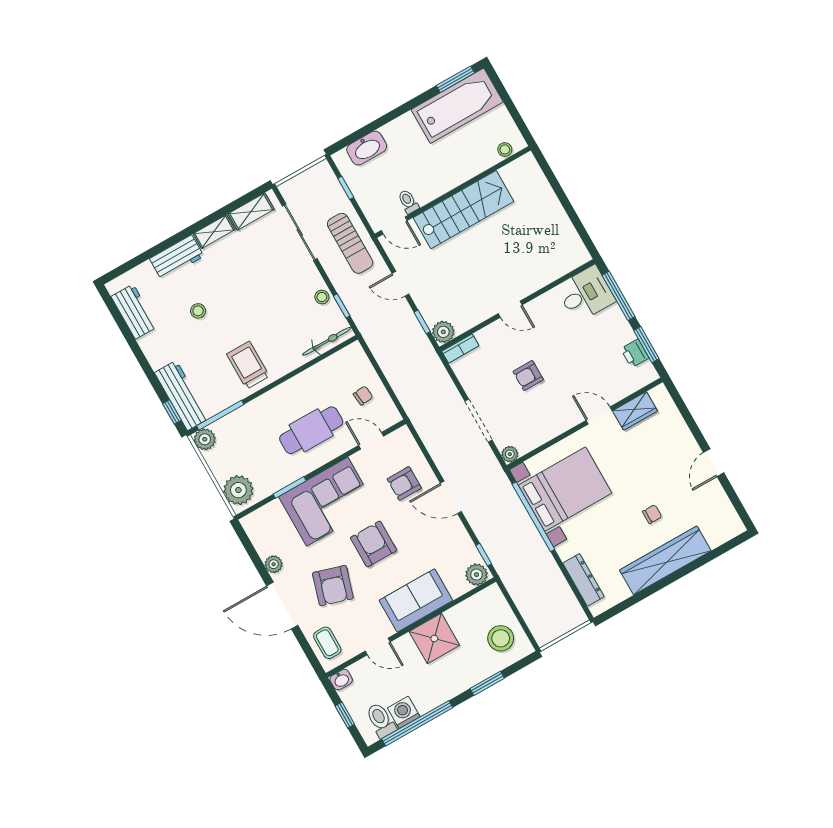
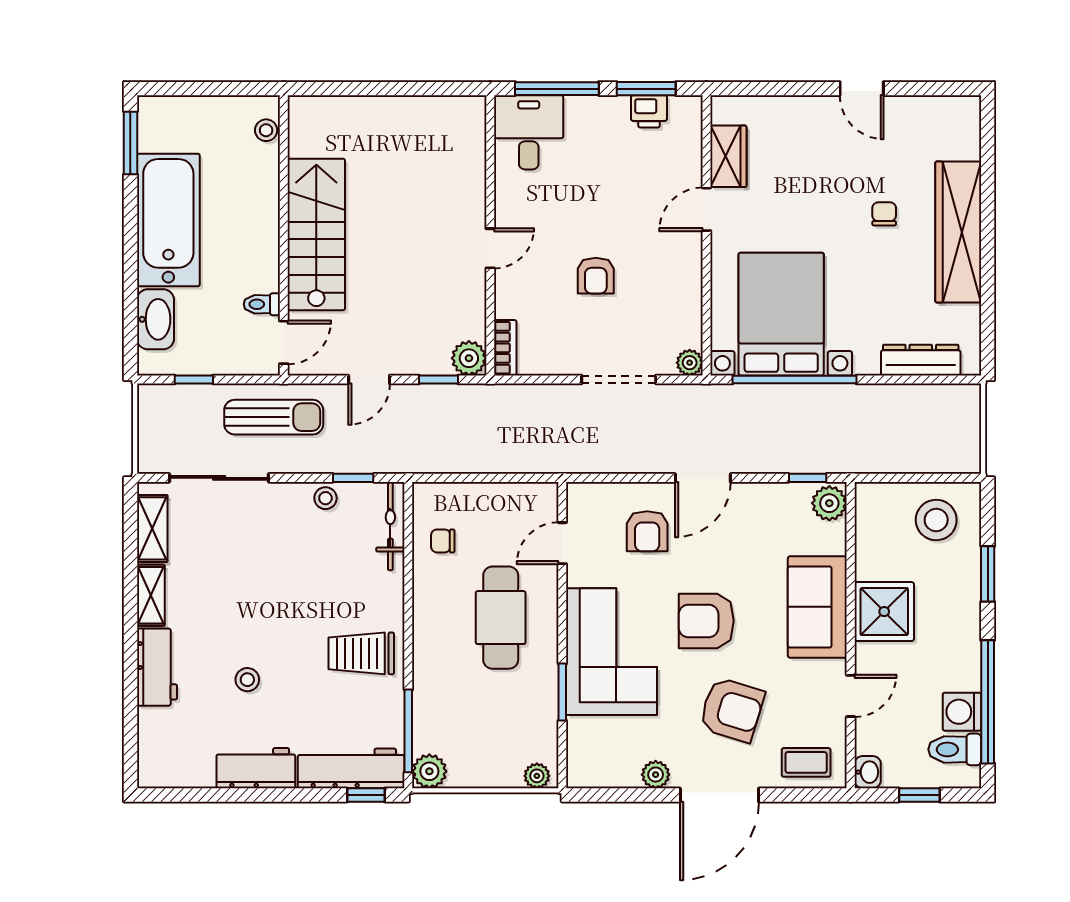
bathtub: (457, 106) -> (168, 220), moved
workbench: (134, 312) -> (256, 768), moved
chair: (363, 396) -> (443, 541), moved, turned -84
plant: (238, 490) -> (537, 776), width x0.53, depth x0.53

